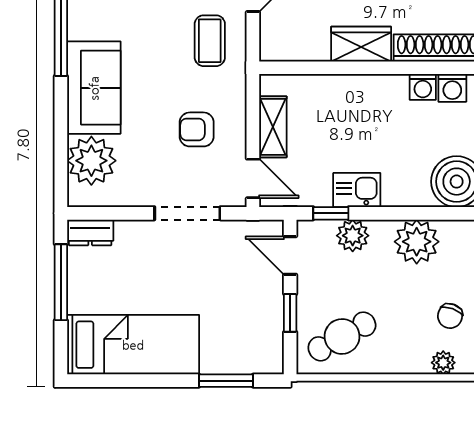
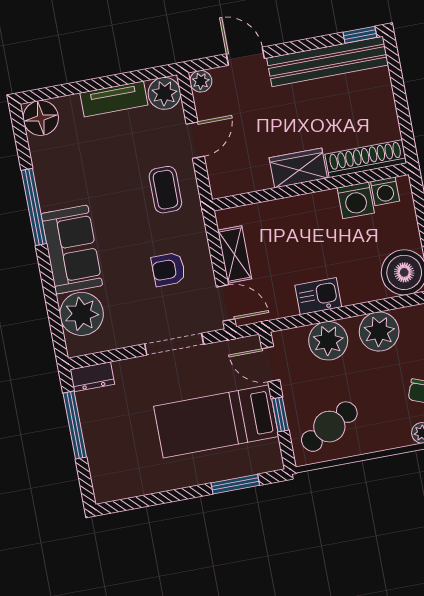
washing machine: (423, 87) -> (356, 200), width x1.38, depth x1.38
window: (331, 213) -> (299, 321), removed
plant: (353, 236) -> (328, 341), width x1.36, depth x1.36
bed: (133, 345) -> (216, 421), moved, turned 180

